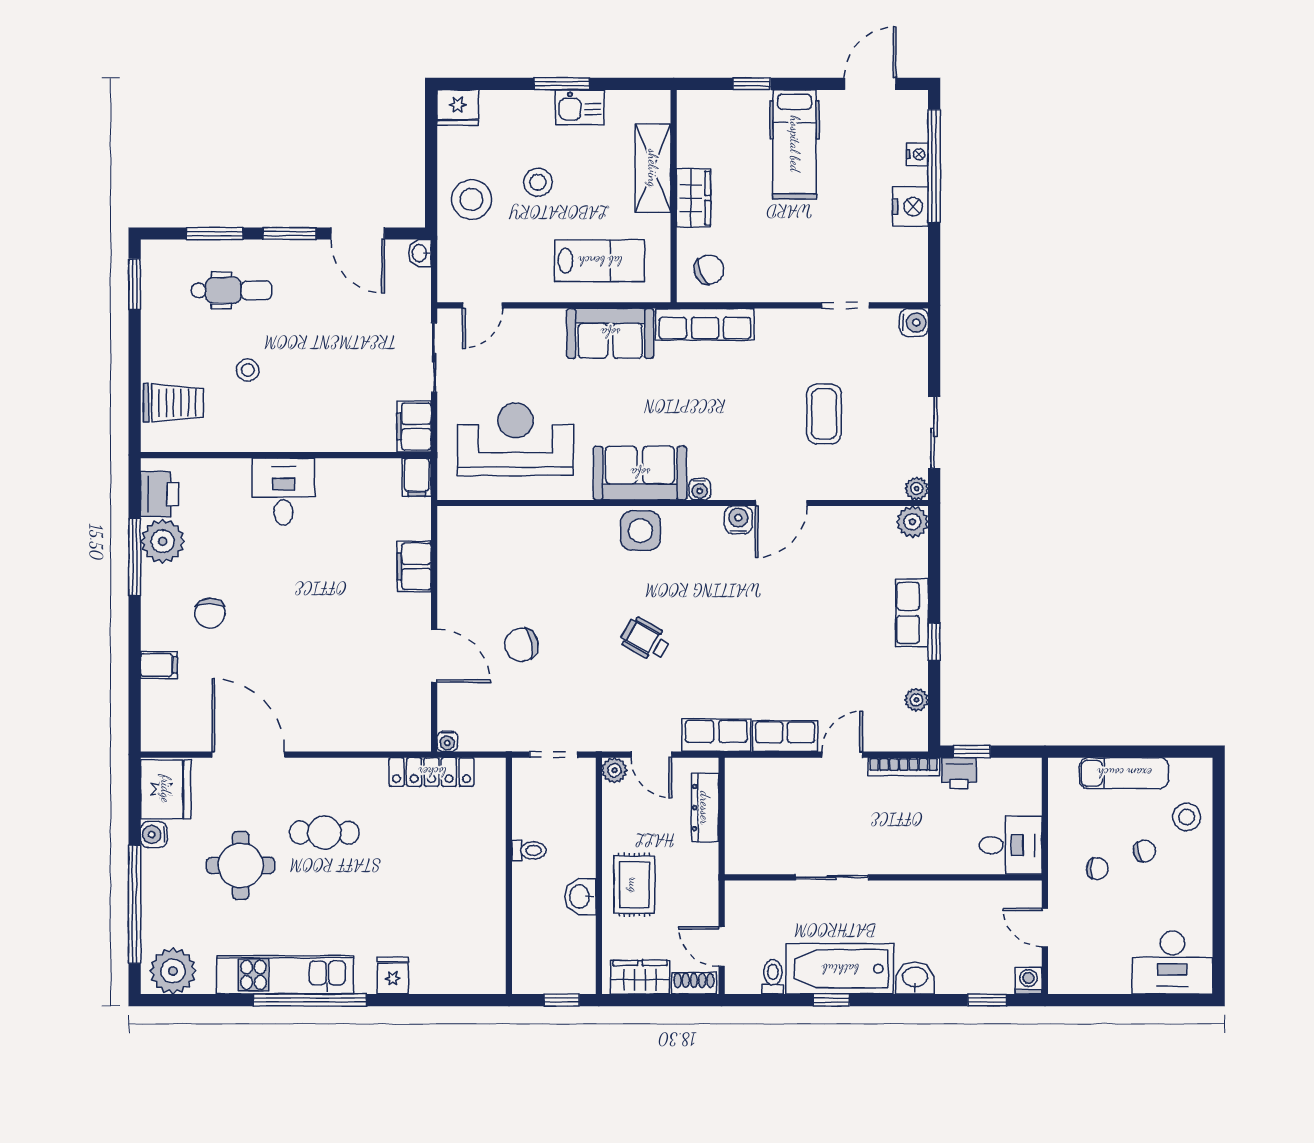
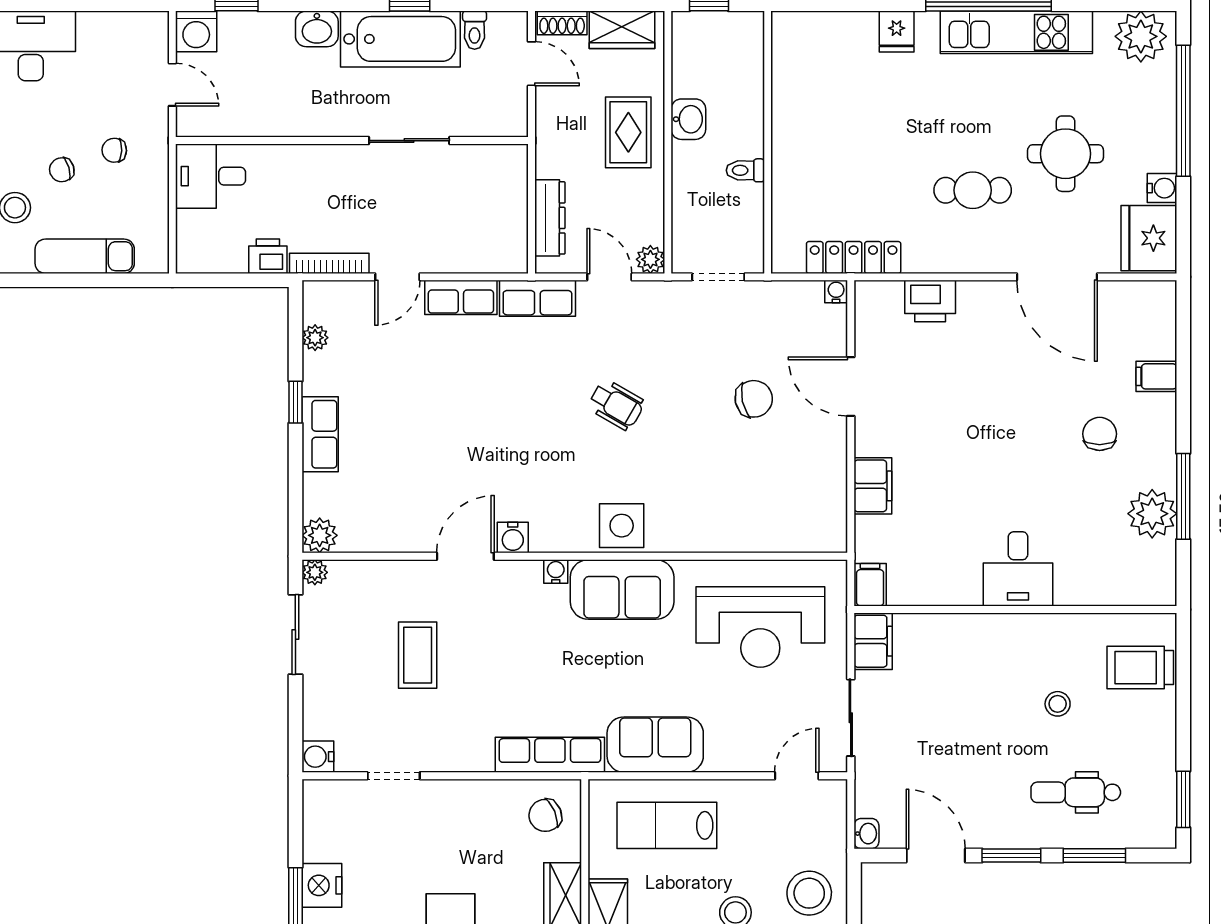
printer: (159, 494) -> (930, 301), moved, turned -90
window: (972, 752) -> (254, 280), removed
washing machine: (1029, 981) -> (196, 31), width x1.38, depth x1.38

